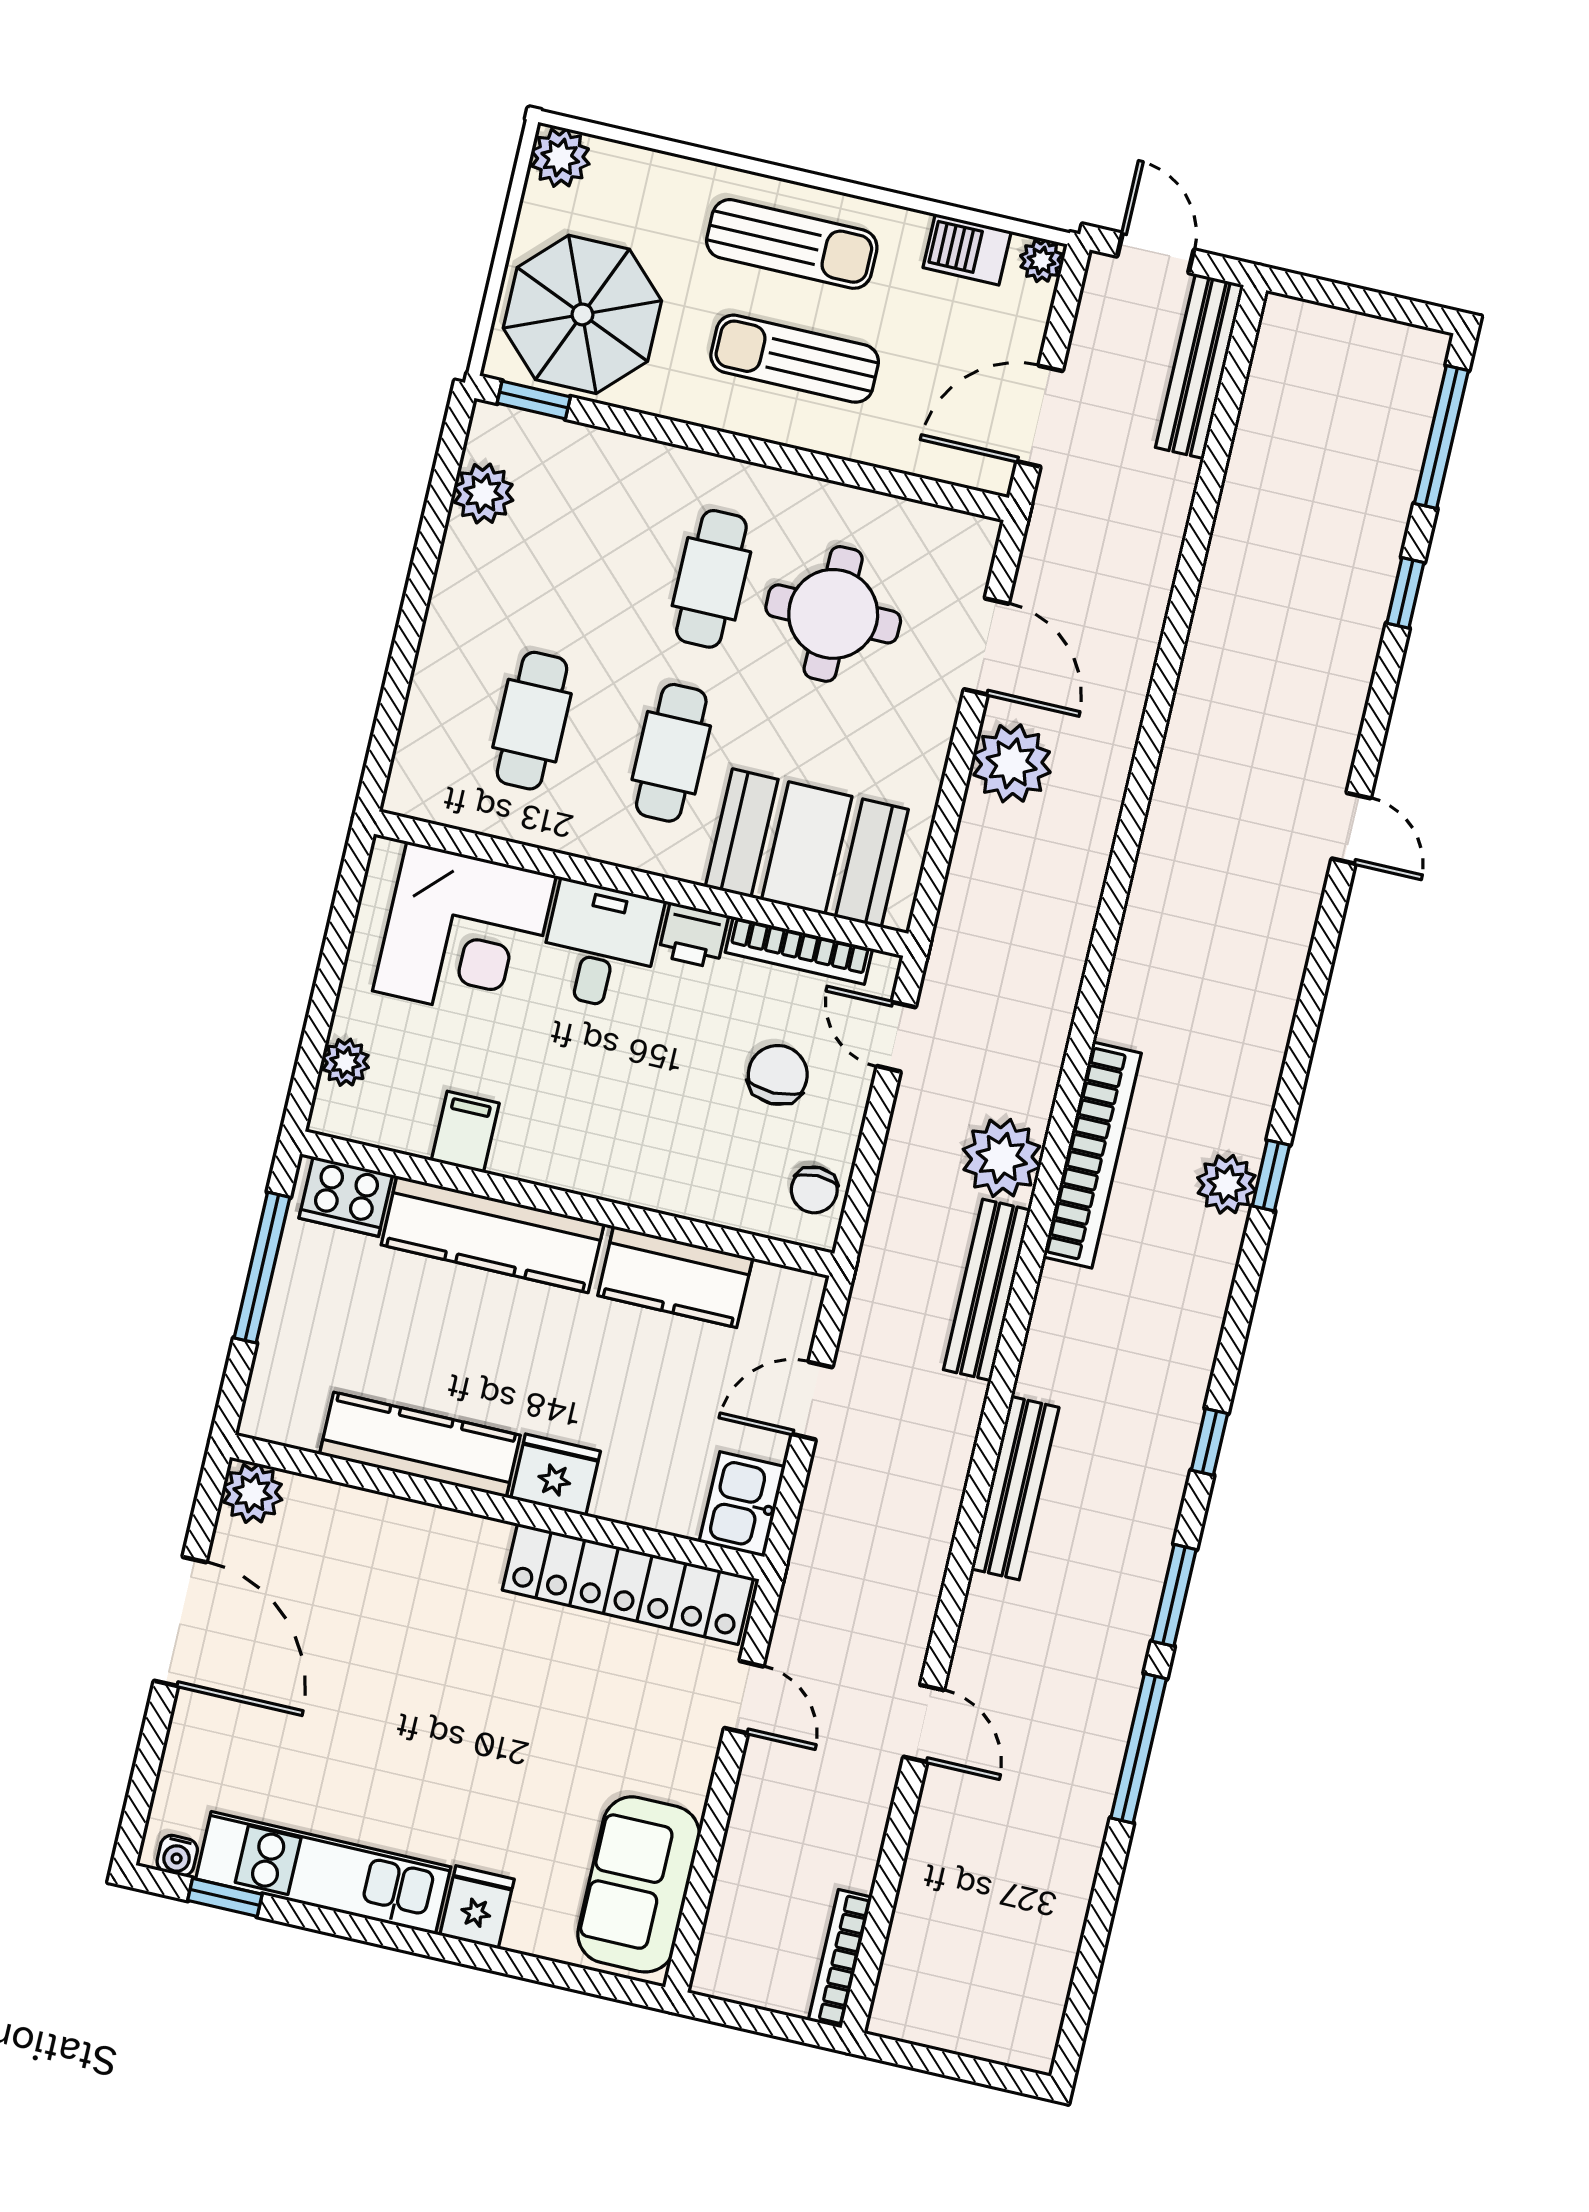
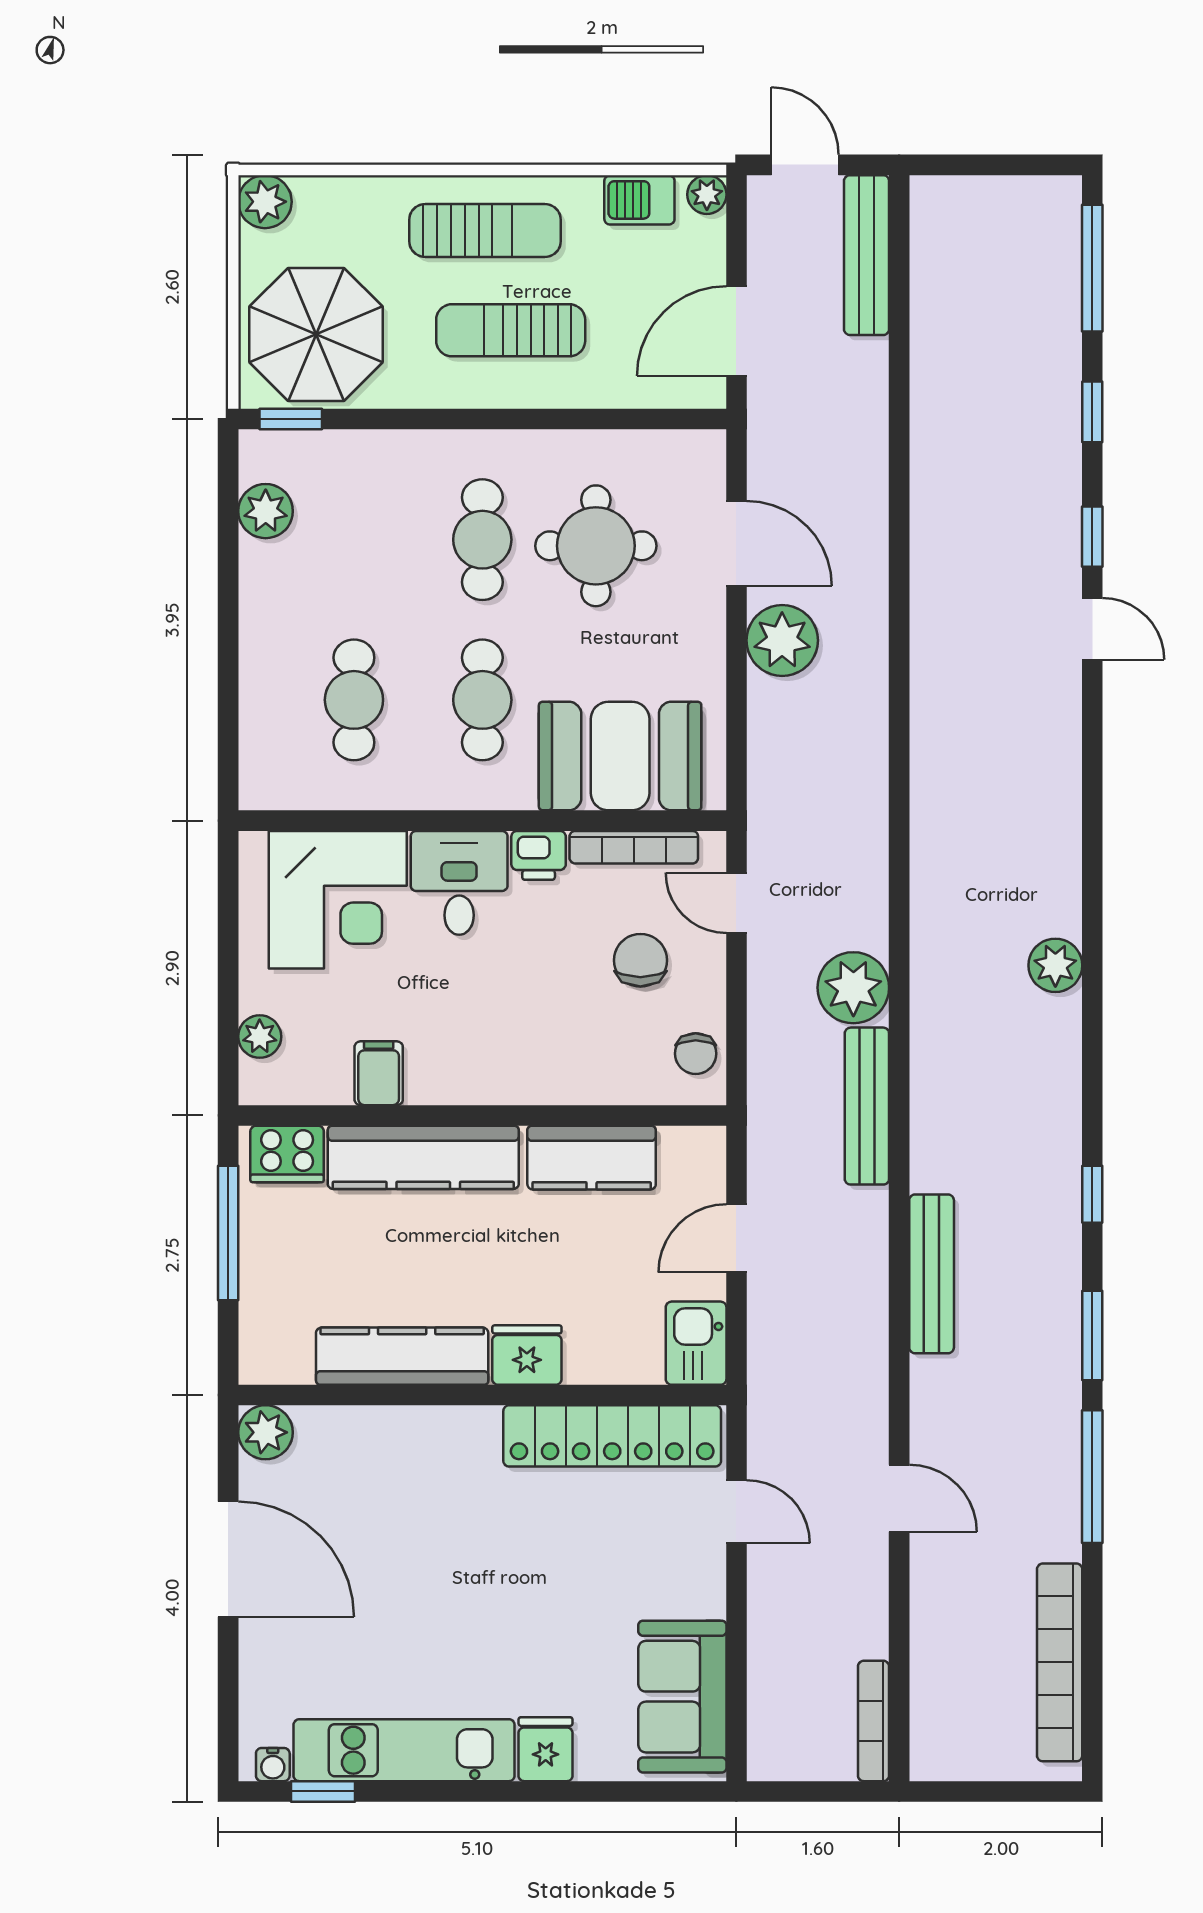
bookcase: (1092, 1155) -> (1060, 1662), moved, turned 180
window: (1271, 1176) -> (1092, 537), moved

